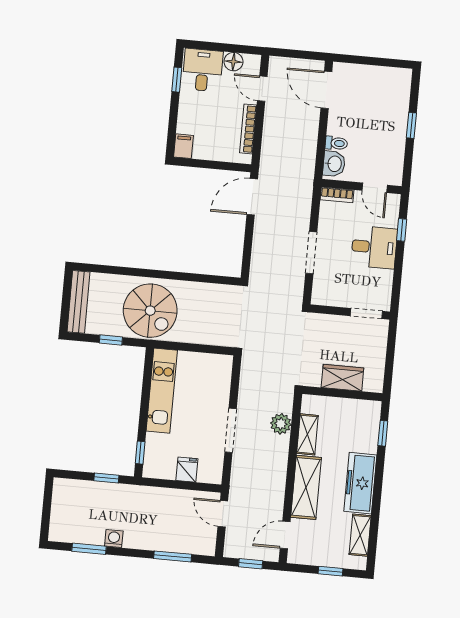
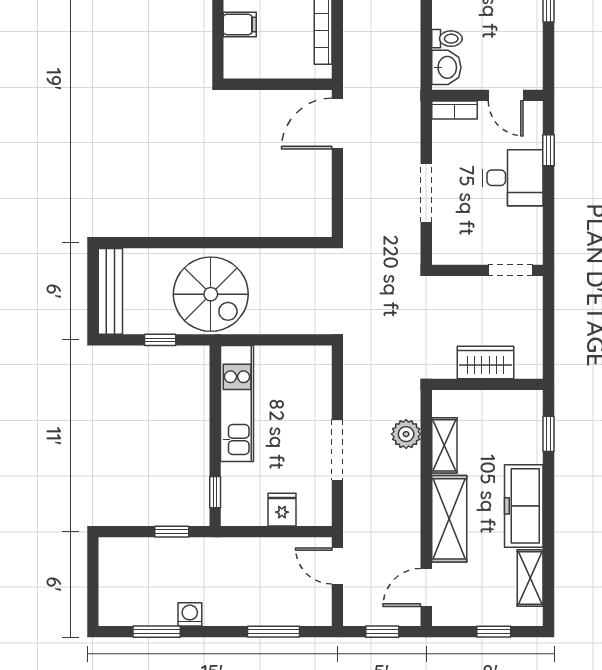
filing cabinet: (183, 146) -> (240, 24), moved, turned 90

